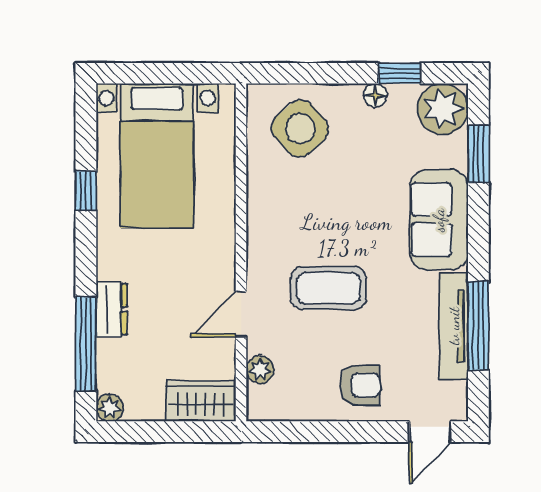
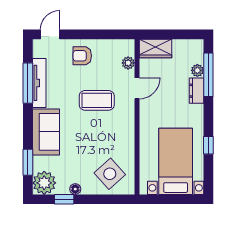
plant: (110, 408) -> (197, 70), moved

